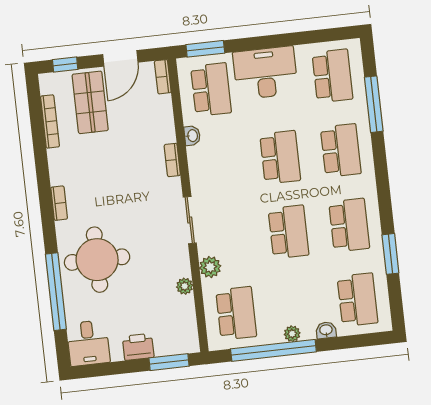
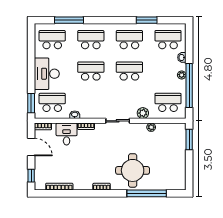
shop shelf: (90, 102) -> (52, 165), removed
desk: (88, 343) -> (67, 134), moved, turned -90
printer: (138, 347) -> (180, 154), removed

